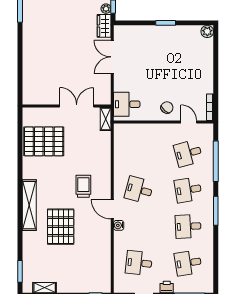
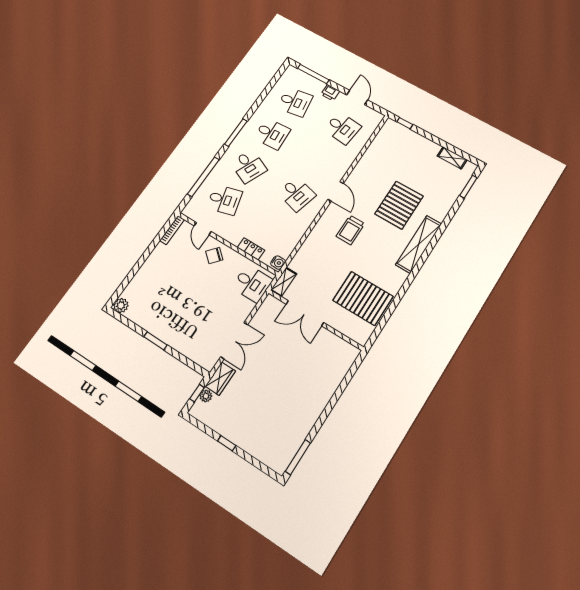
locker: (144, 129) -> (251, 249), added
desk: (188, 190) -> (249, 166), turned 33
water cooler: (119, 225) -> (278, 263), moved

